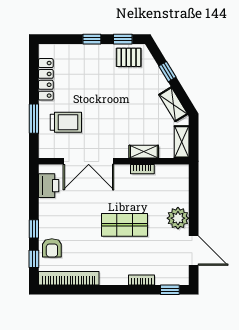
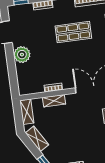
shop shelf: (124, 225) -> (73, 32), moved

